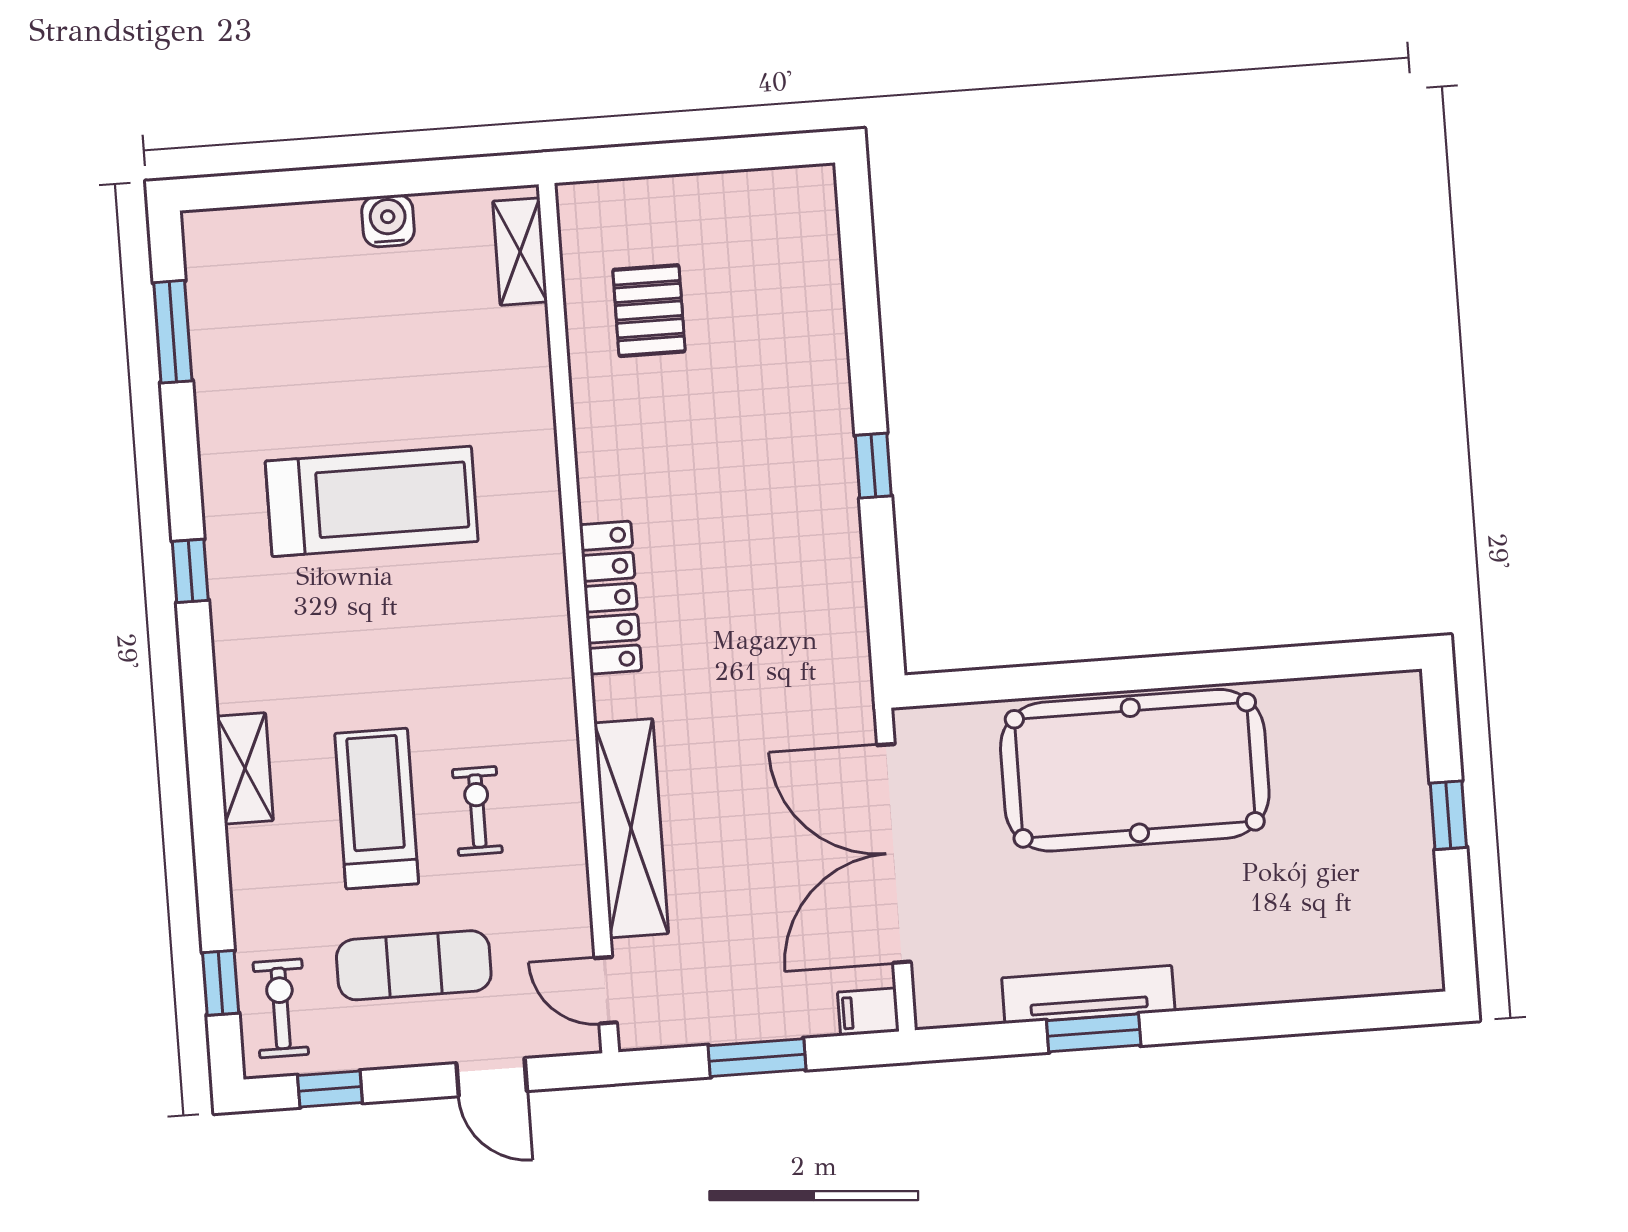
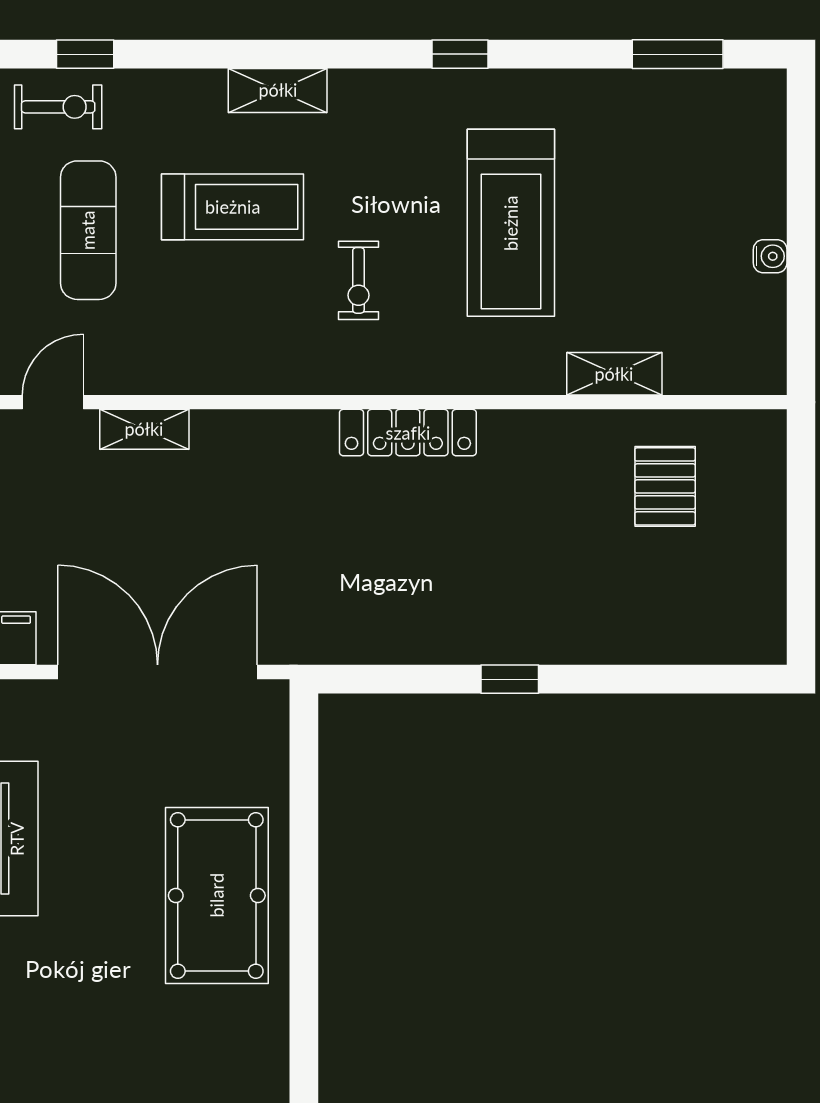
water cooler: (388, 221) -> (770, 256), width x0.72, depth x0.72
shelving: (520, 252) -> (614, 374), moved
pallet: (649, 311) -> (665, 486), turned 90
pool table: (1135, 770) -> (217, 895), width x0.73, depth x0.76
exercise bike: (477, 811) -> (358, 280), moved, turned 90
shelving: (631, 828) -> (144, 429), width x0.45, depth x0.75

